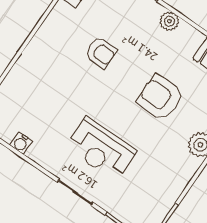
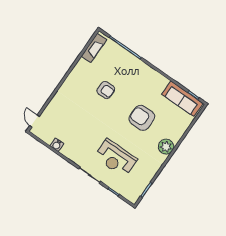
plant: (169, 21) -> (148, 71), removed
reception desk: (101, 149) -> (116, 158), moved

